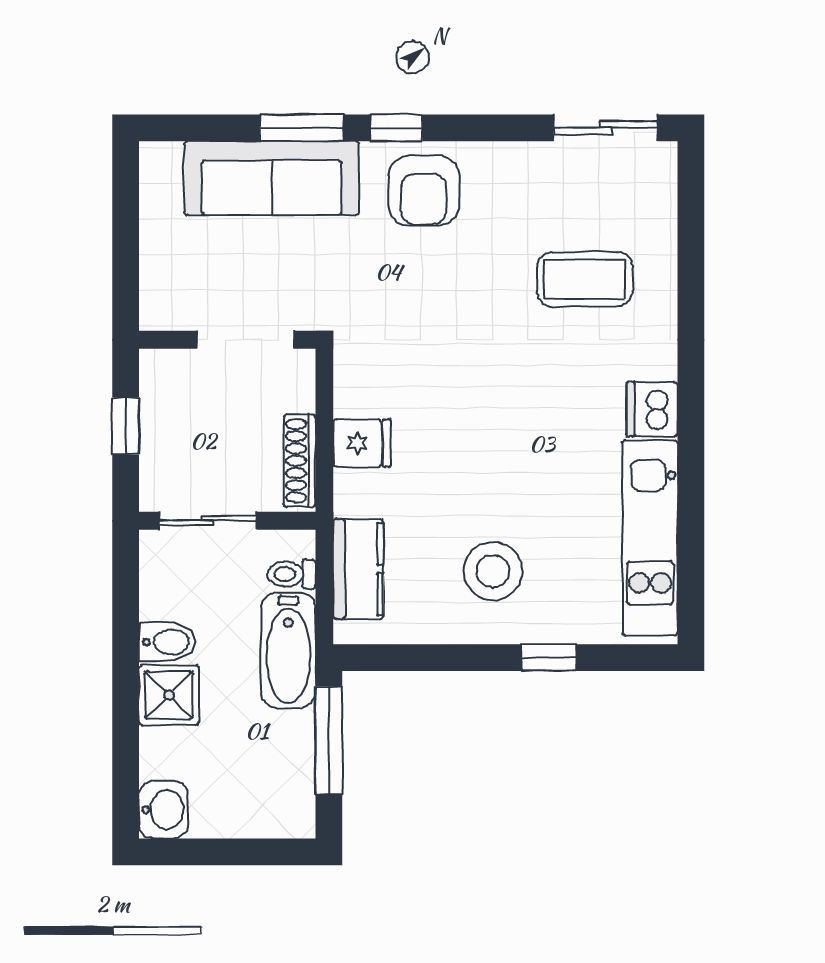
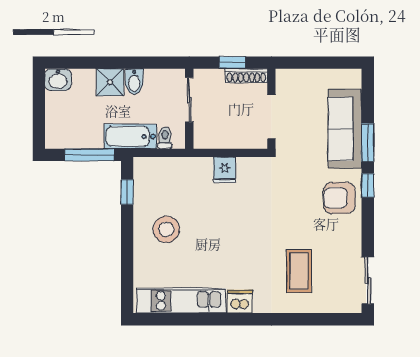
shoe rack: (300, 461) -> (246, 76), moved, turned 180
kitchen counter: (358, 569) -> (167, 168), removed
window: (549, 658) -> (127, 192), moved

